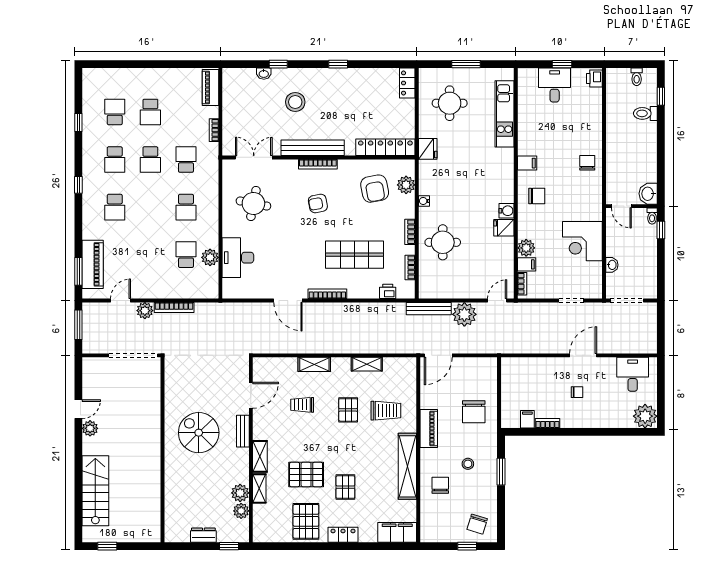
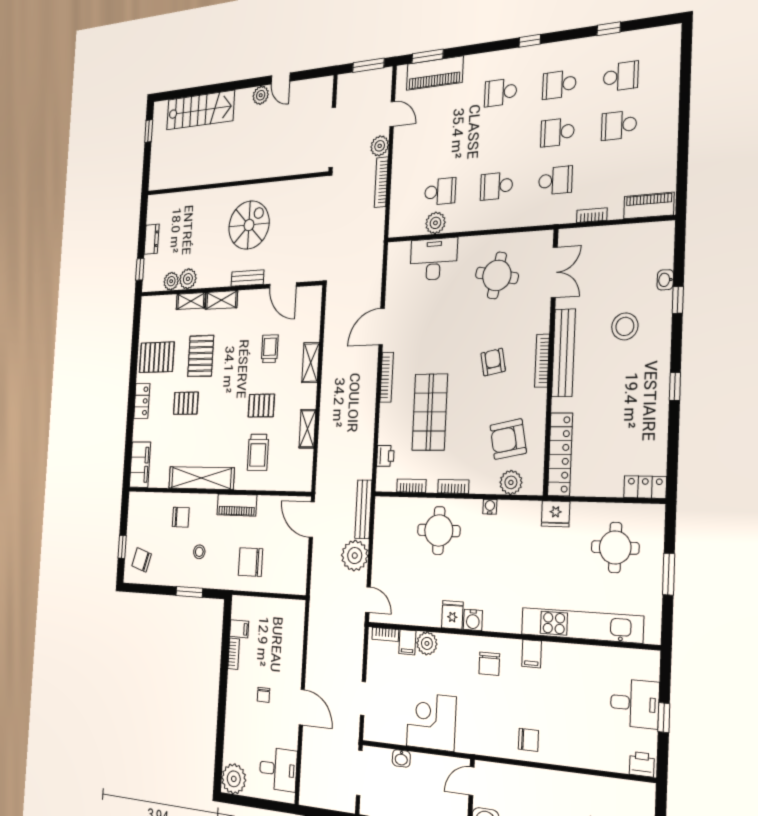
kitchen unit: (505, 114) -> (581, 625), width x1.36

